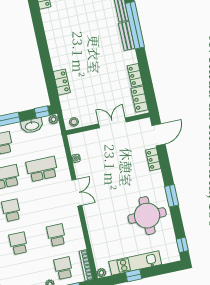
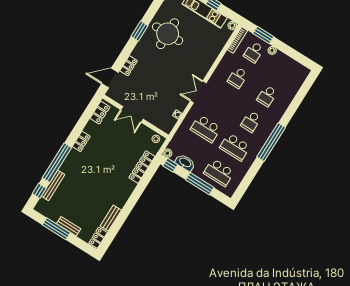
bench: (127, 36) -> (111, 218), moved
locker: (135, 75) -> (81, 141), moved
locker: (62, 82) -> (142, 167), width x1.53

